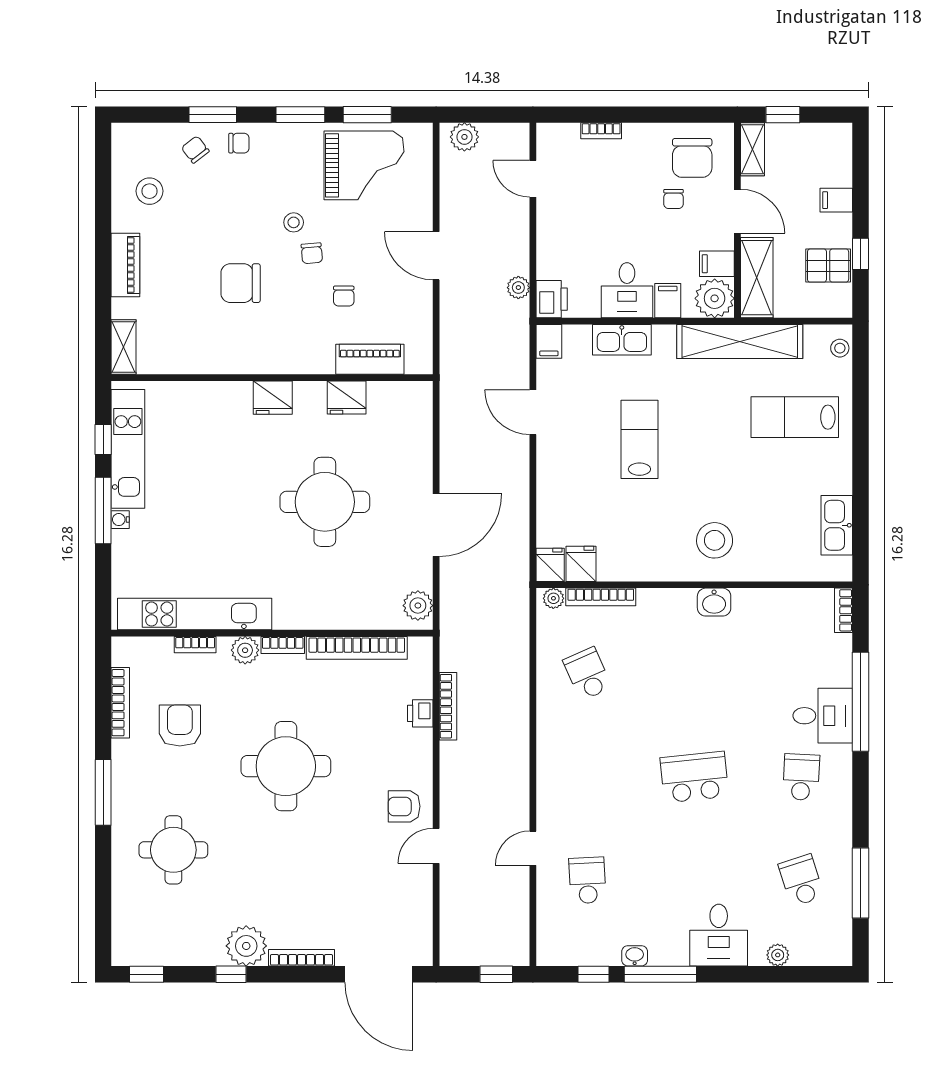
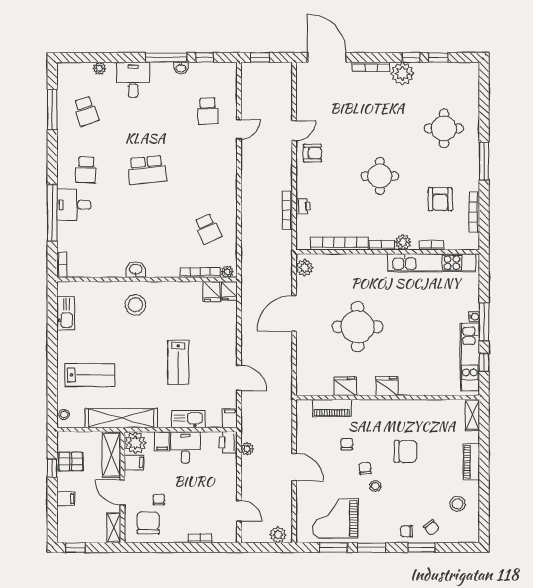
window: (783, 115) -> (76, 547), moved
round table: (286, 766) -> (380, 176), width x0.73, depth x0.73
window: (147, 974) -> (438, 57), moved

